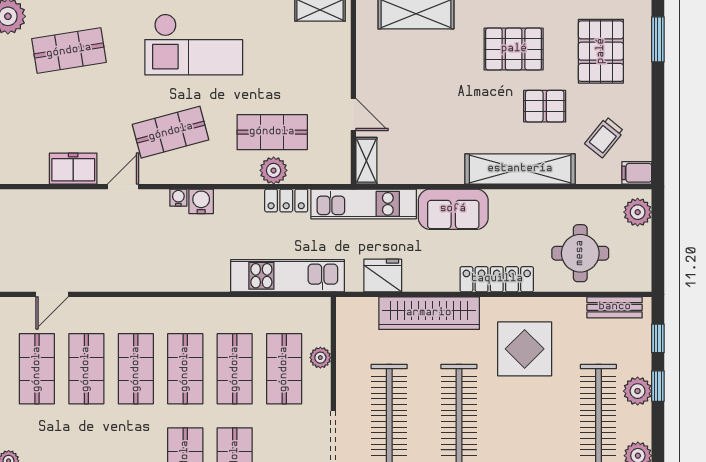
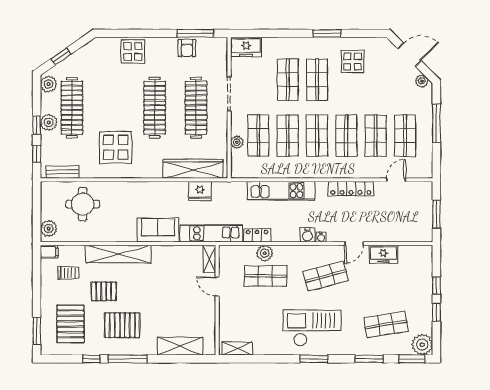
trolley: (604, 137) -> (68, 273), turned 51
kitchen unit: (288, 276) -> (281, 191), moved
locker: (497, 279) -> (351, 189), moved
wardrobe: (429, 313) -> (193, 169), moved

